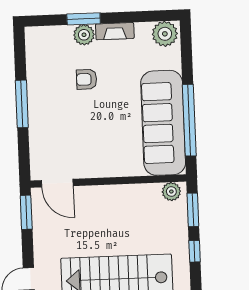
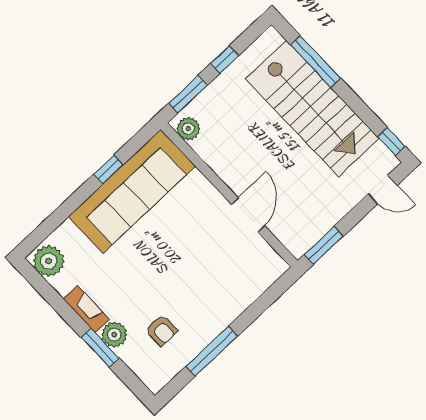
armchair: (87, 79) -> (161, 330), moved
window: (22, 104) -> (212, 351), moved
window: (189, 120) -> (108, 169), width x0.32
door: (57, 183) -> (248, 215), moved

